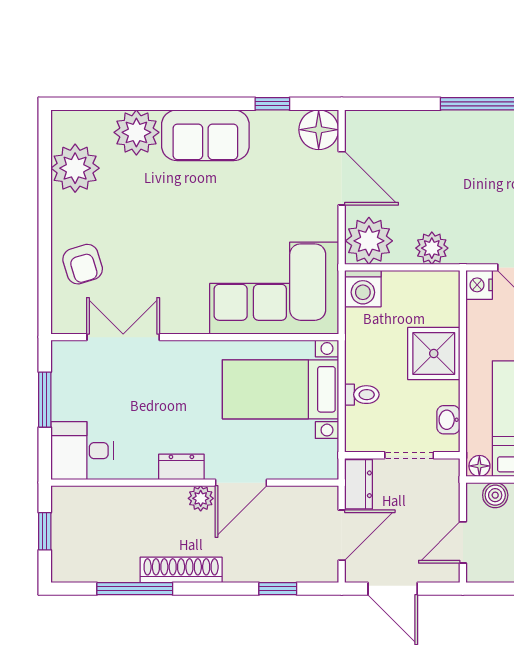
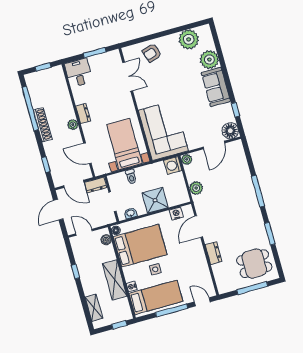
plant: (369, 241) -> (187, 159), width x0.53, depth x0.53
nightstand: (479, 285) -> (176, 214), moved
door: (241, 483) -> (87, 153), moved
window: (135, 589) -> (30, 109), width x1.46

